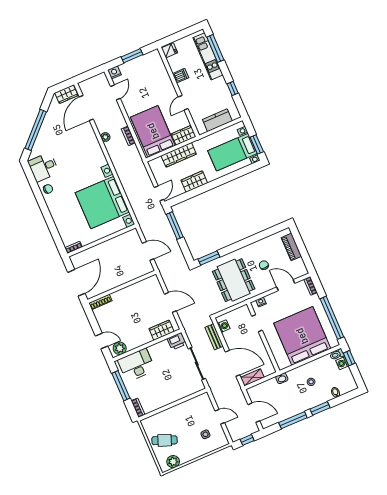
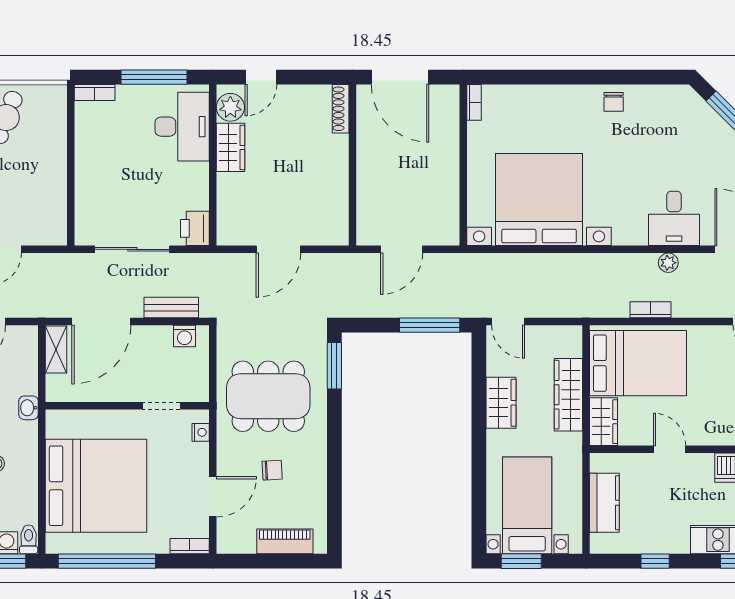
desk: (43, 167) -> (674, 218), moved, turned 180
wardrobe: (162, 330) -> (230, 147), moved

